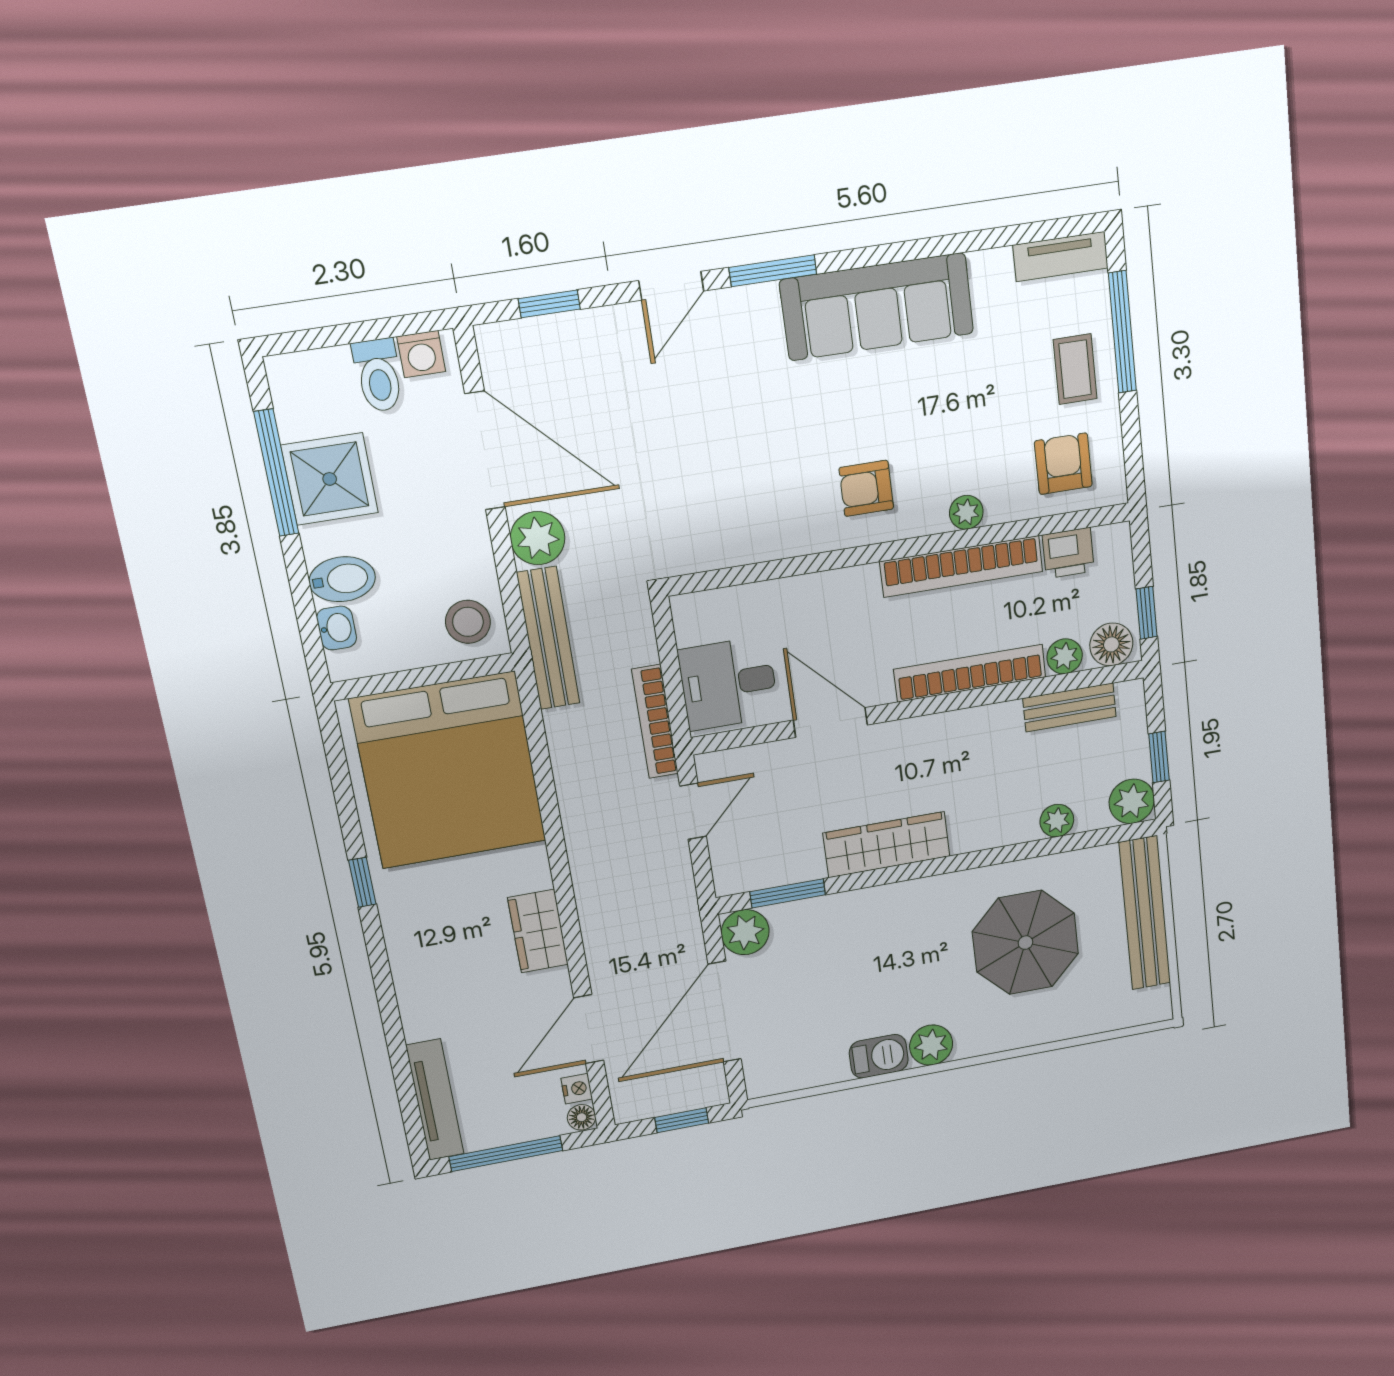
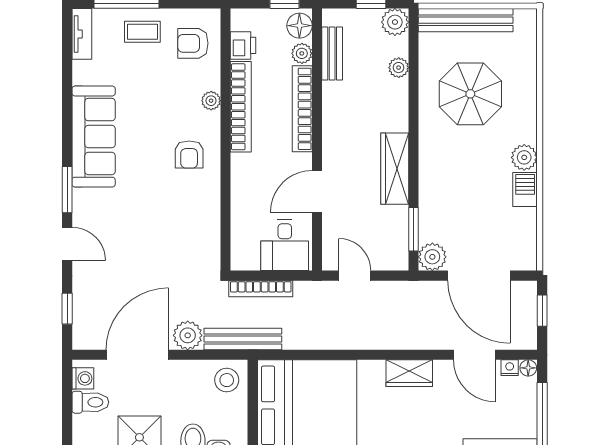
bookcase: (655, 722) -> (261, 289), moved

